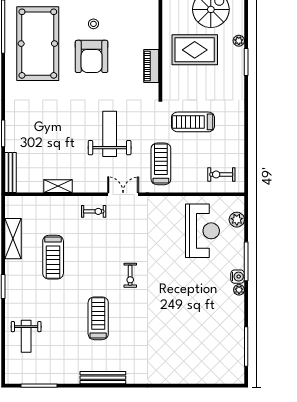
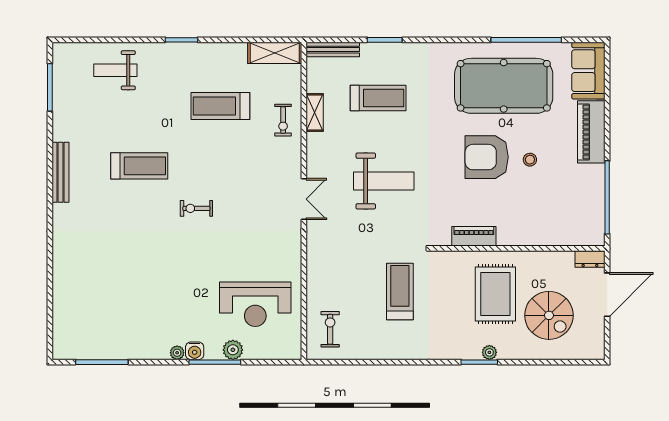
plant: (239, 41) -> (489, 352), moved
treadmill: (161, 164) -> (378, 98), moved
exercise bike: (94, 211) -> (283, 120), moved
plant: (237, 220) -> (233, 350), moved
shelving: (13, 239) -> (275, 53), moved

